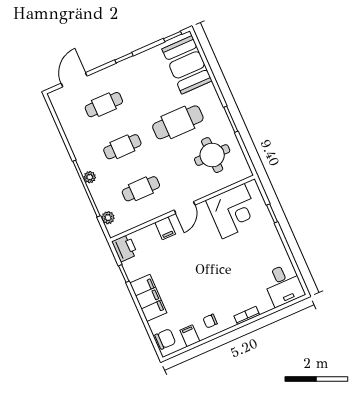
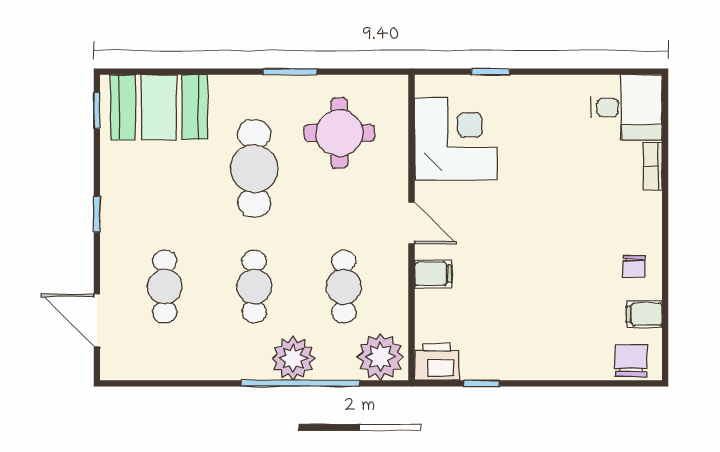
plant: (90, 177) -> (293, 358), width x1.88, depth x1.88
plant: (108, 218) -> (381, 357), width x1.88, depth x1.88
filing cabinet: (148, 298) -> (544, 359), removed
bookcase: (247, 315) -> (653, 166), moved

